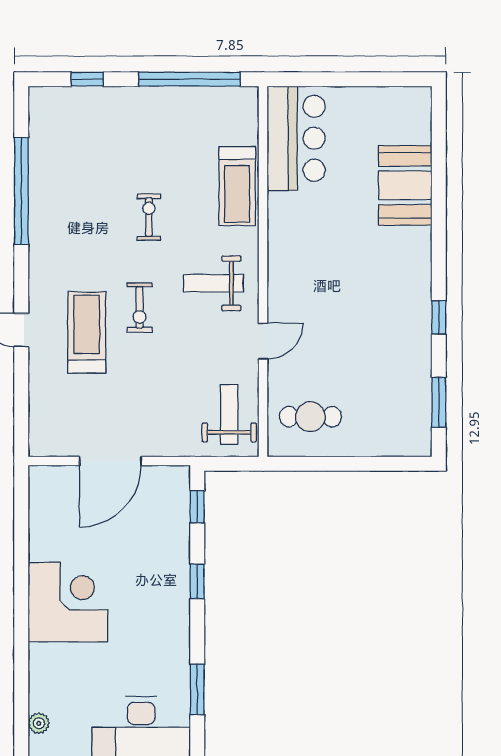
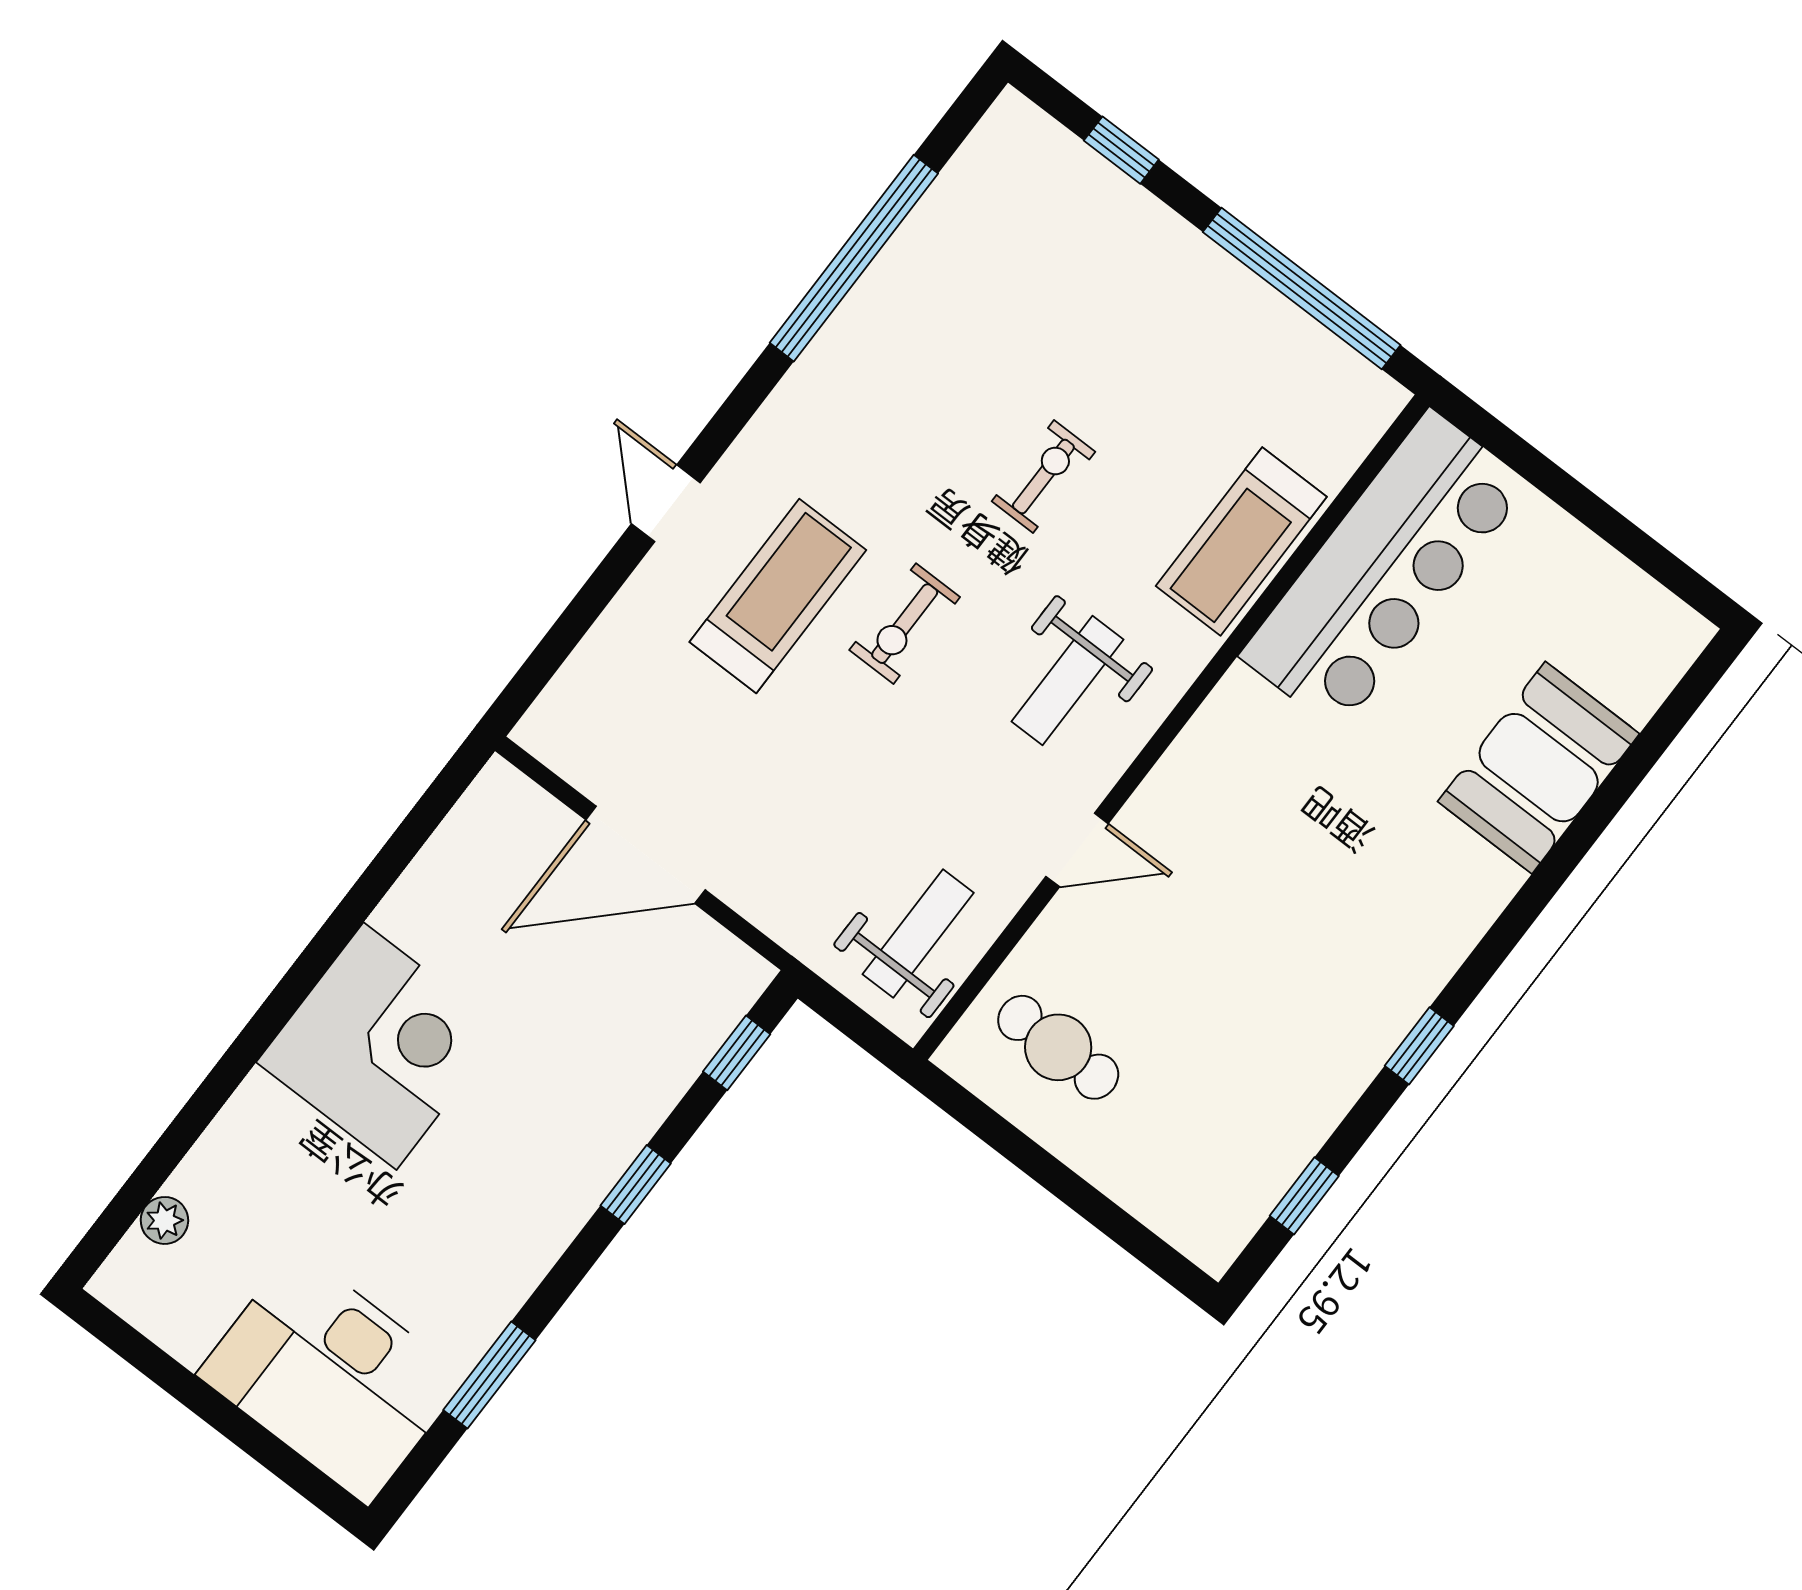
bar counter: (296, 138) -> (1384, 570), width x1.36
weight bench: (213, 283) -> (1068, 681), turned -90
window: (439, 402) -> (1304, 1196), width x0.67

